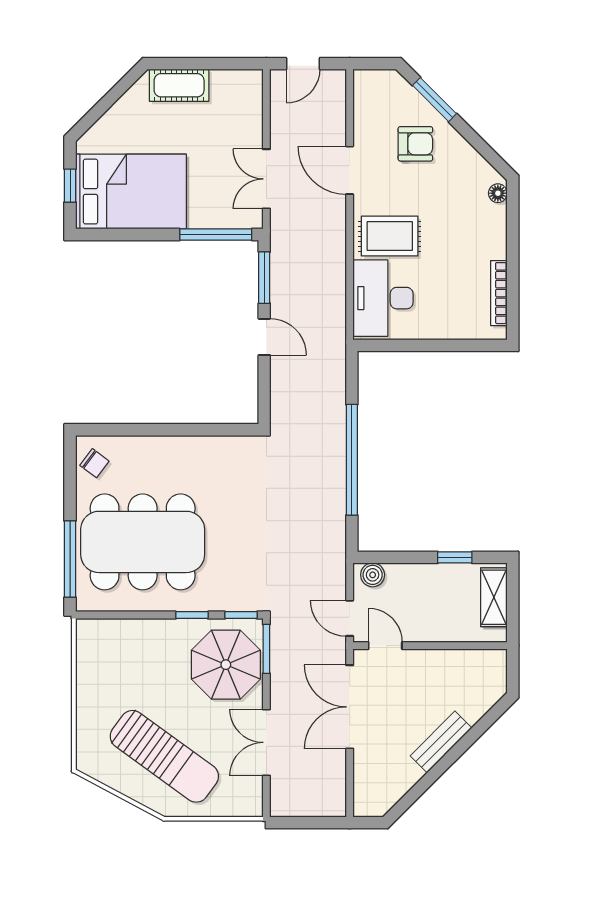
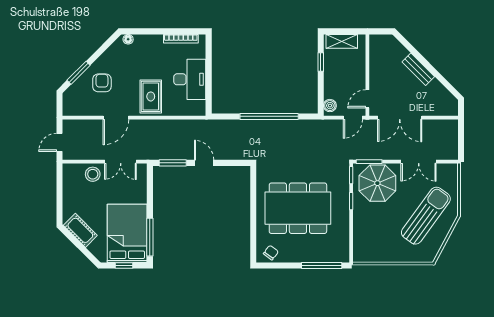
door: (303, 64) -> (60, 142), swing flipped
cot: (179, 85) -> (80, 230), moved, turned -45
stool: (243, 126) -> (93, 174), added
window: (216, 234) -> (150, 237), moved
desk: (383, 298) -> (190, 79), moved, turned -90
door: (264, 337) -> (204, 163), hinge flipped
dining table: (143, 542) -> (298, 208), moved, turned 90

